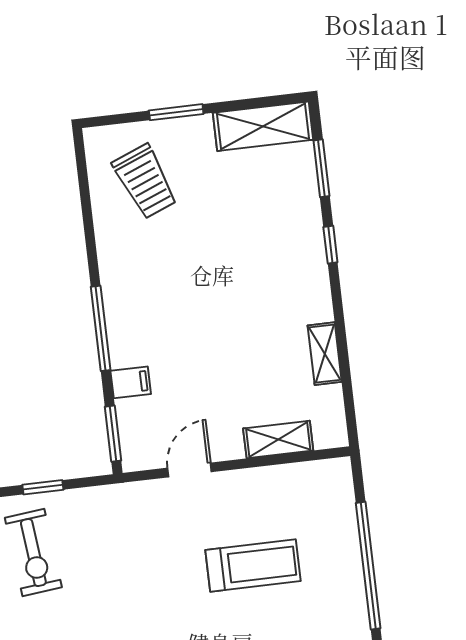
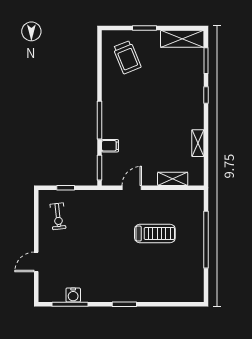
exercise bike: (33, 553) -> (58, 216), width x0.73, depth x0.72

